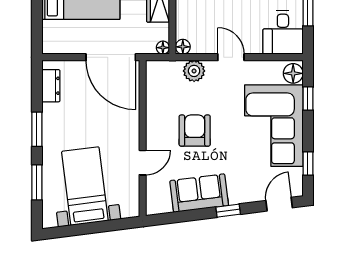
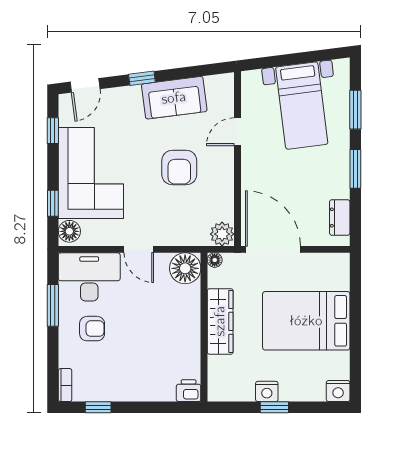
desk: (283, 32) -> (89, 277), width x1.37
floor lamp: (183, 47) -> (185, 268), width x1.89, depth x1.89
plant: (194, 71) -> (222, 234), moved

